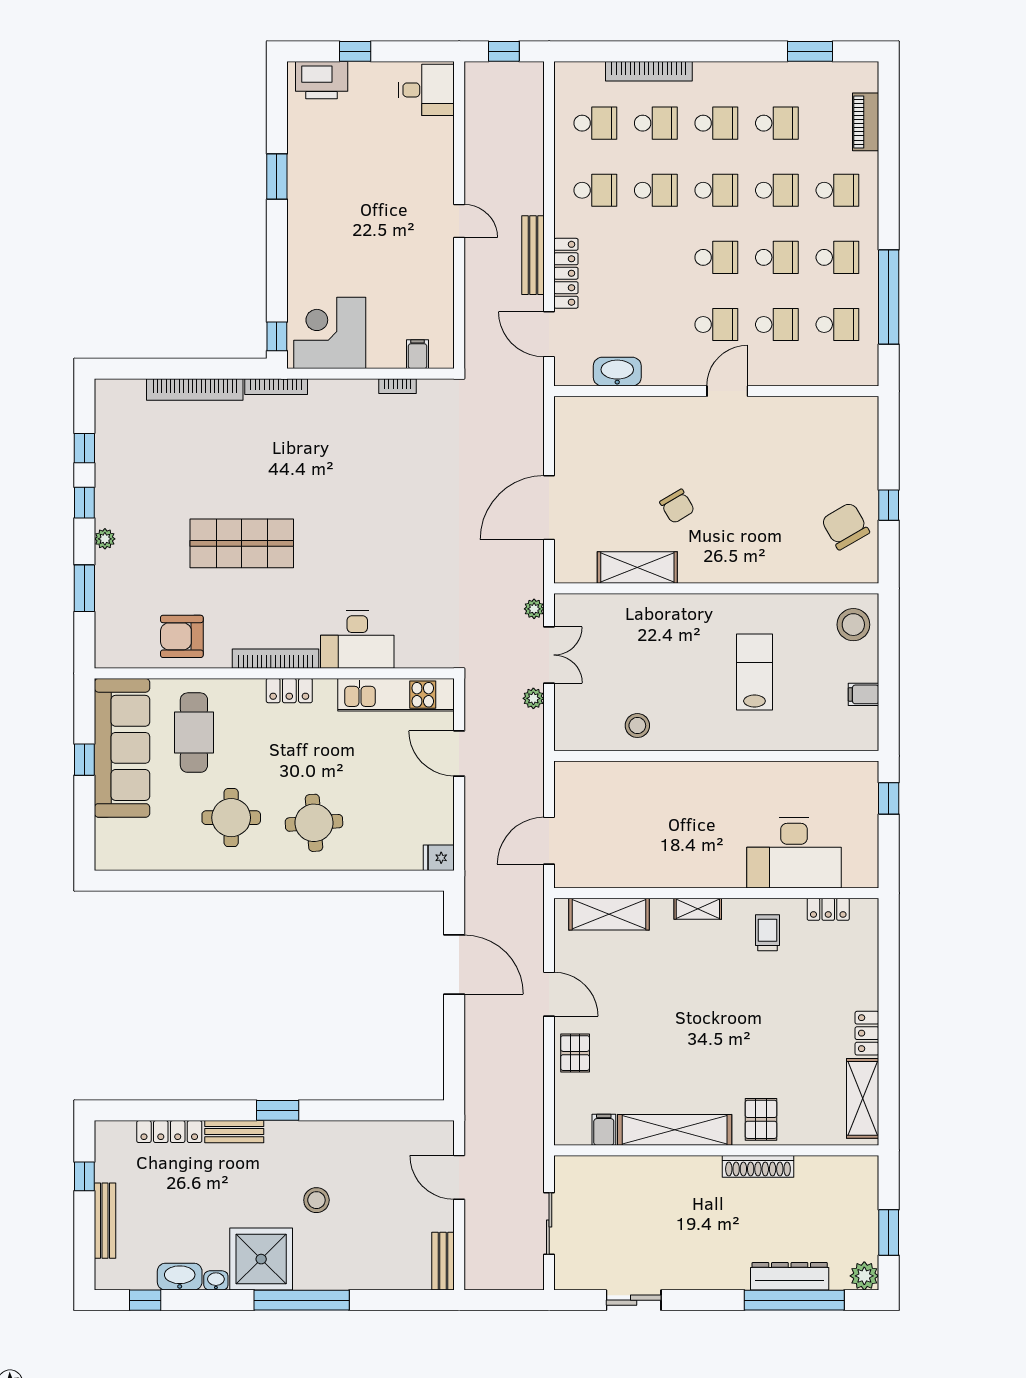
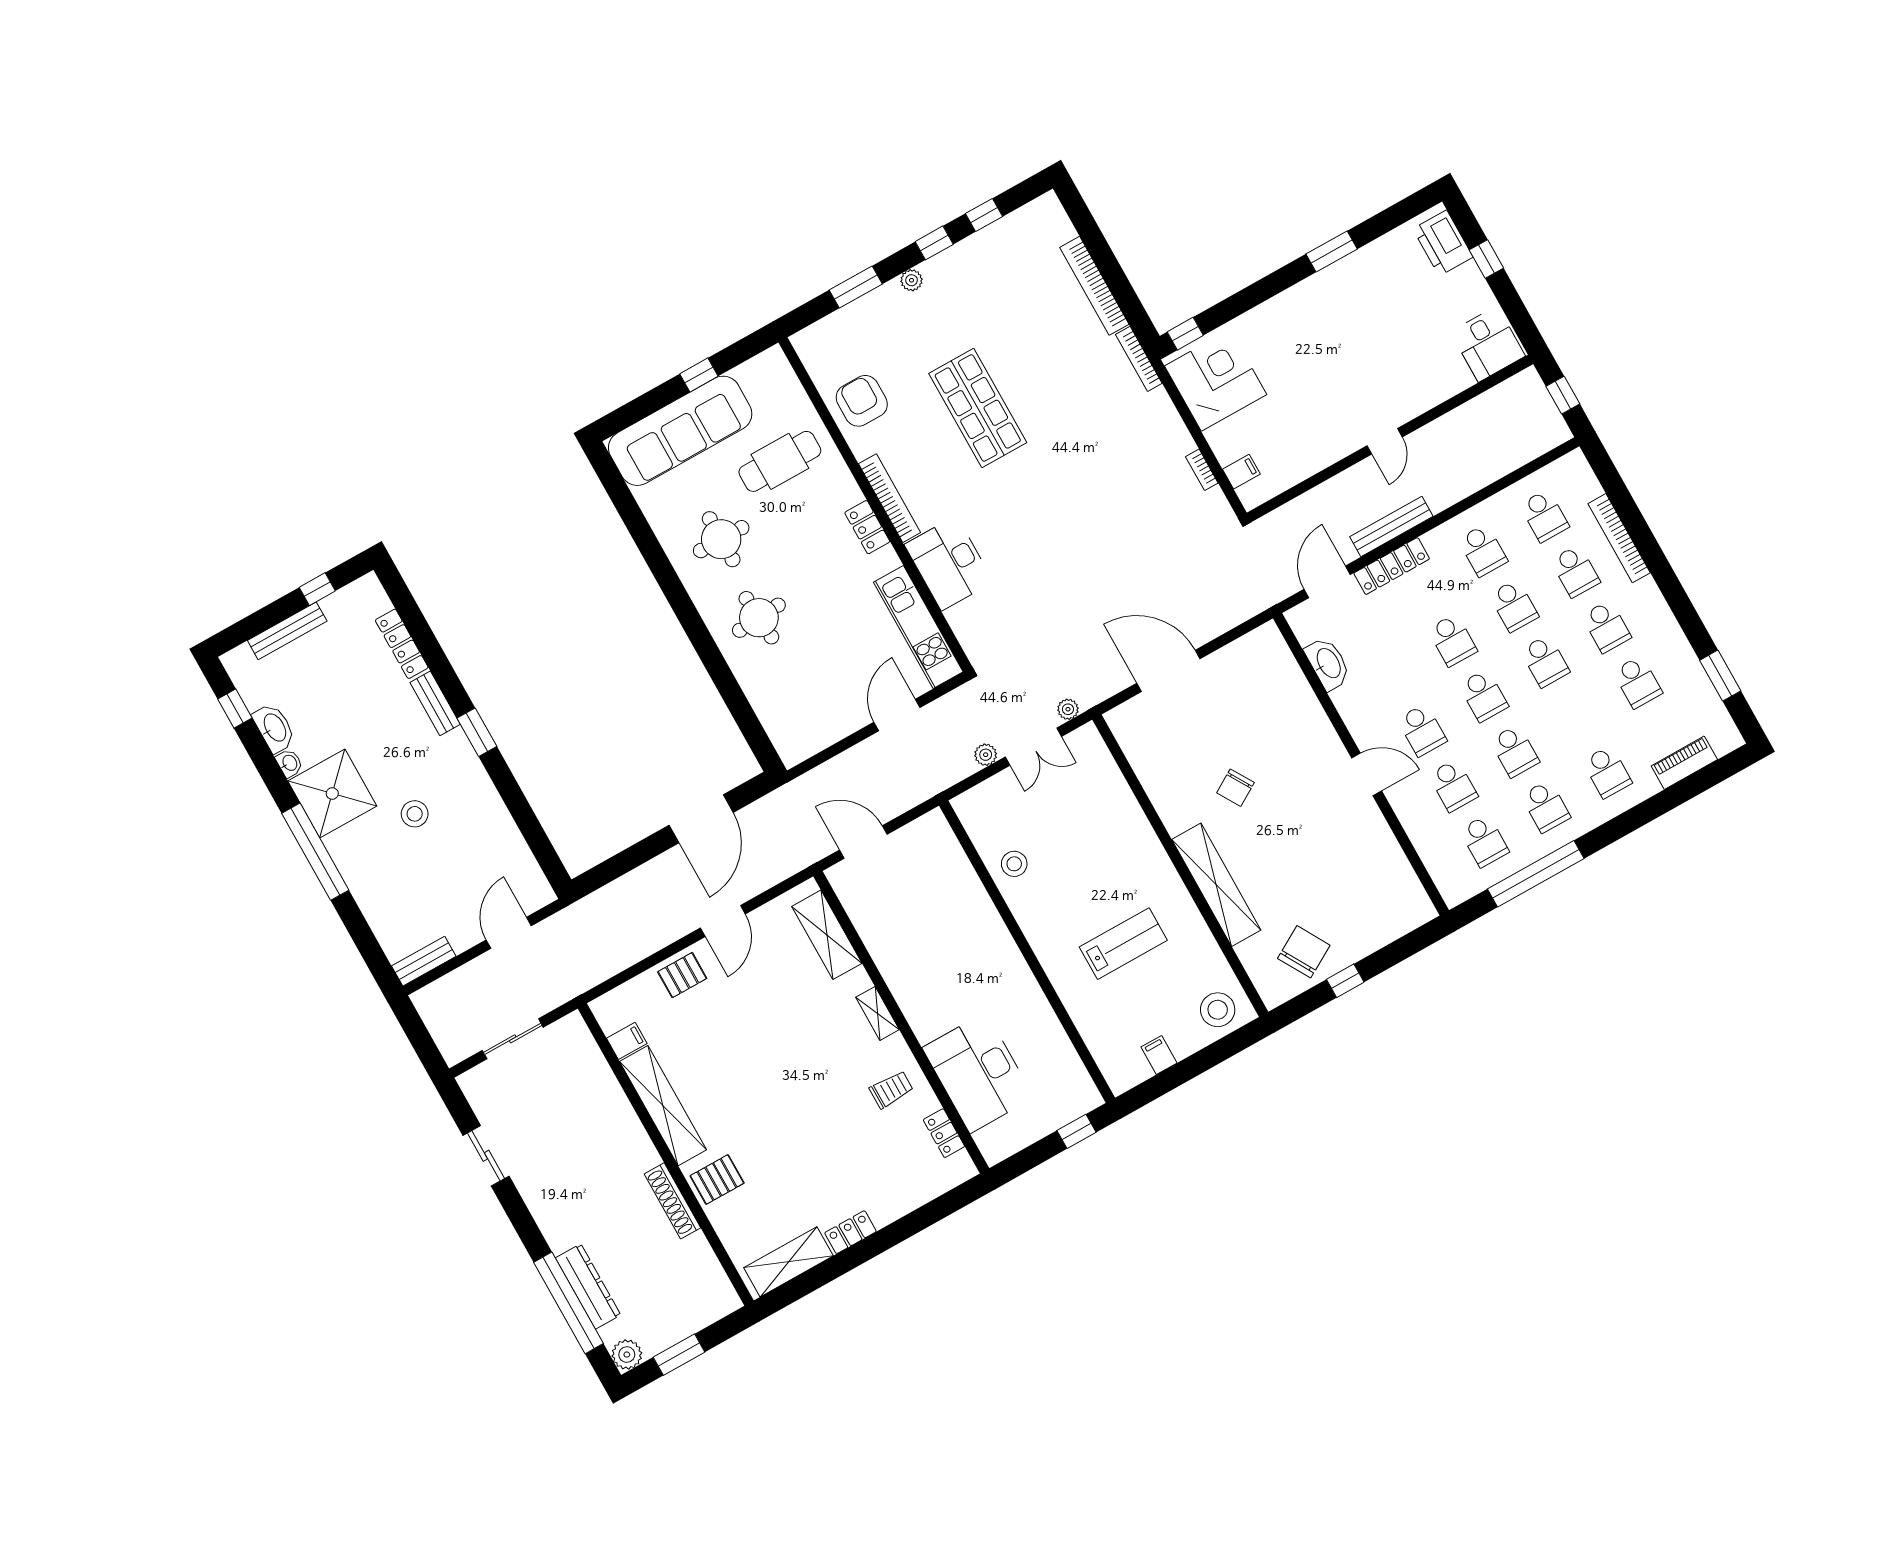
school desk: (777, 190) -> (1452, 640), moved
shelving: (637, 567) -> (1216, 885), moved, width x1.47
sofa: (122, 748) -> (680, 431), moved
fridge: (439, 858) -> (791, 750), removed

